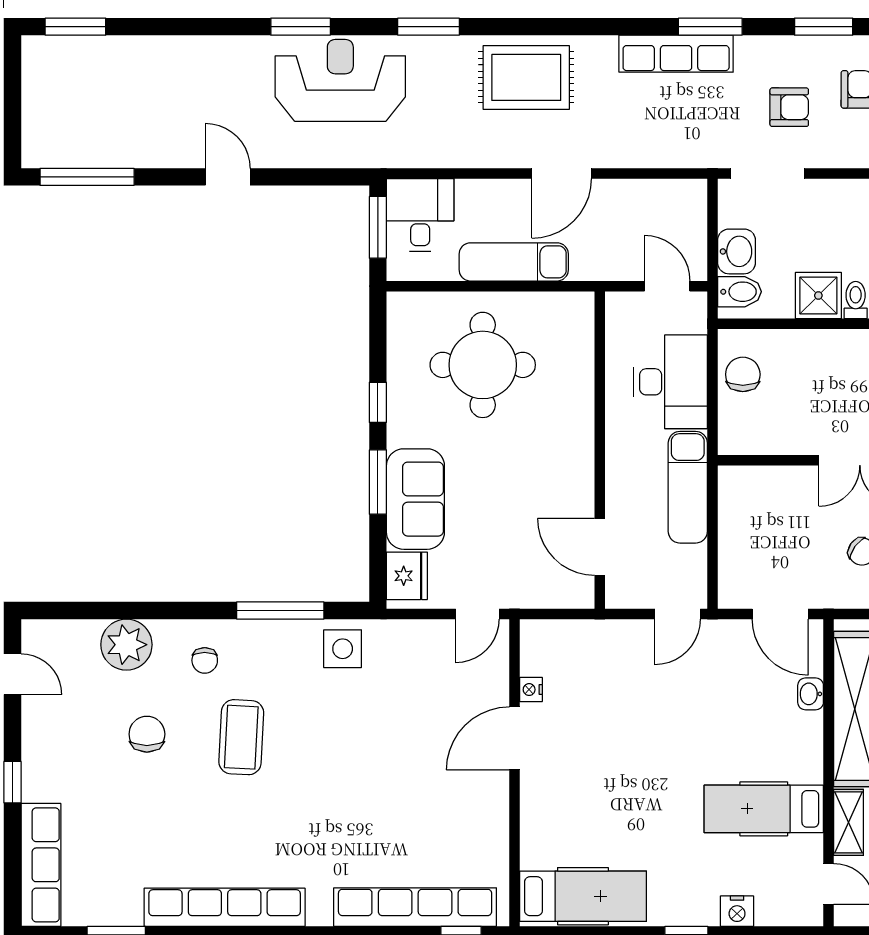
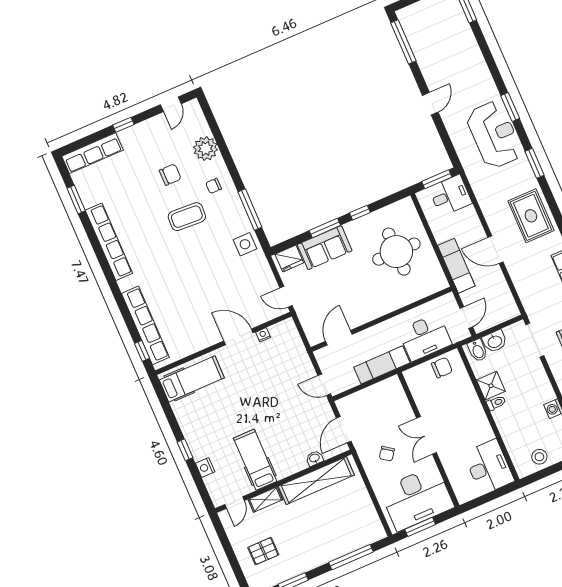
exam couch: (514, 262) -> (456, 266), moved
hospital bed: (583, 896) -> (192, 379), moved, turned -90

